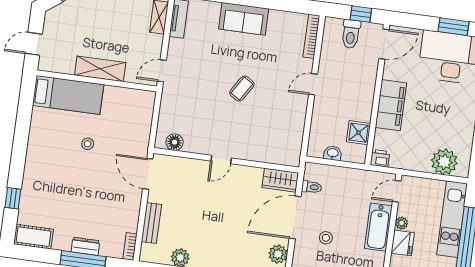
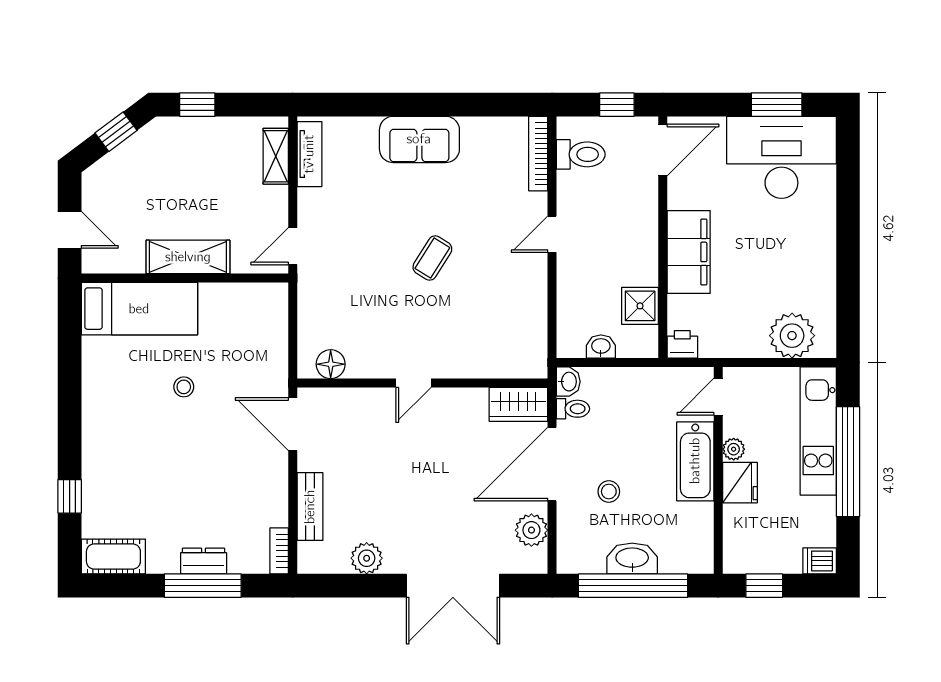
toilet: (351, 34) -> (581, 154), moved, turned -90
door: (34, 44) -> (70, 230), swing flipped
washbasin: (311, 171) -> (568, 382), added

